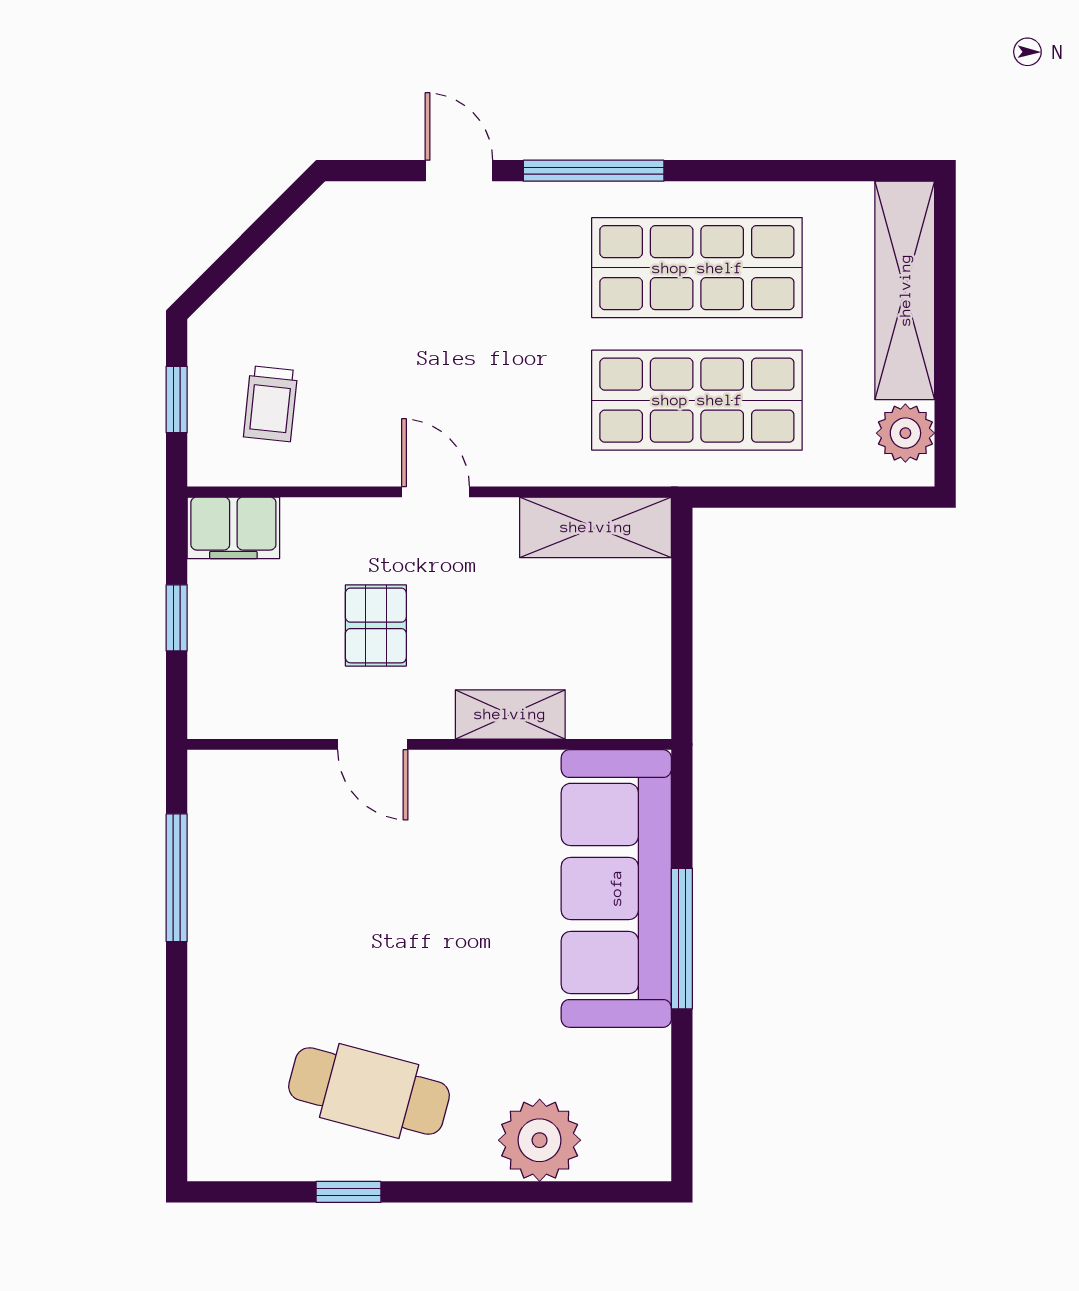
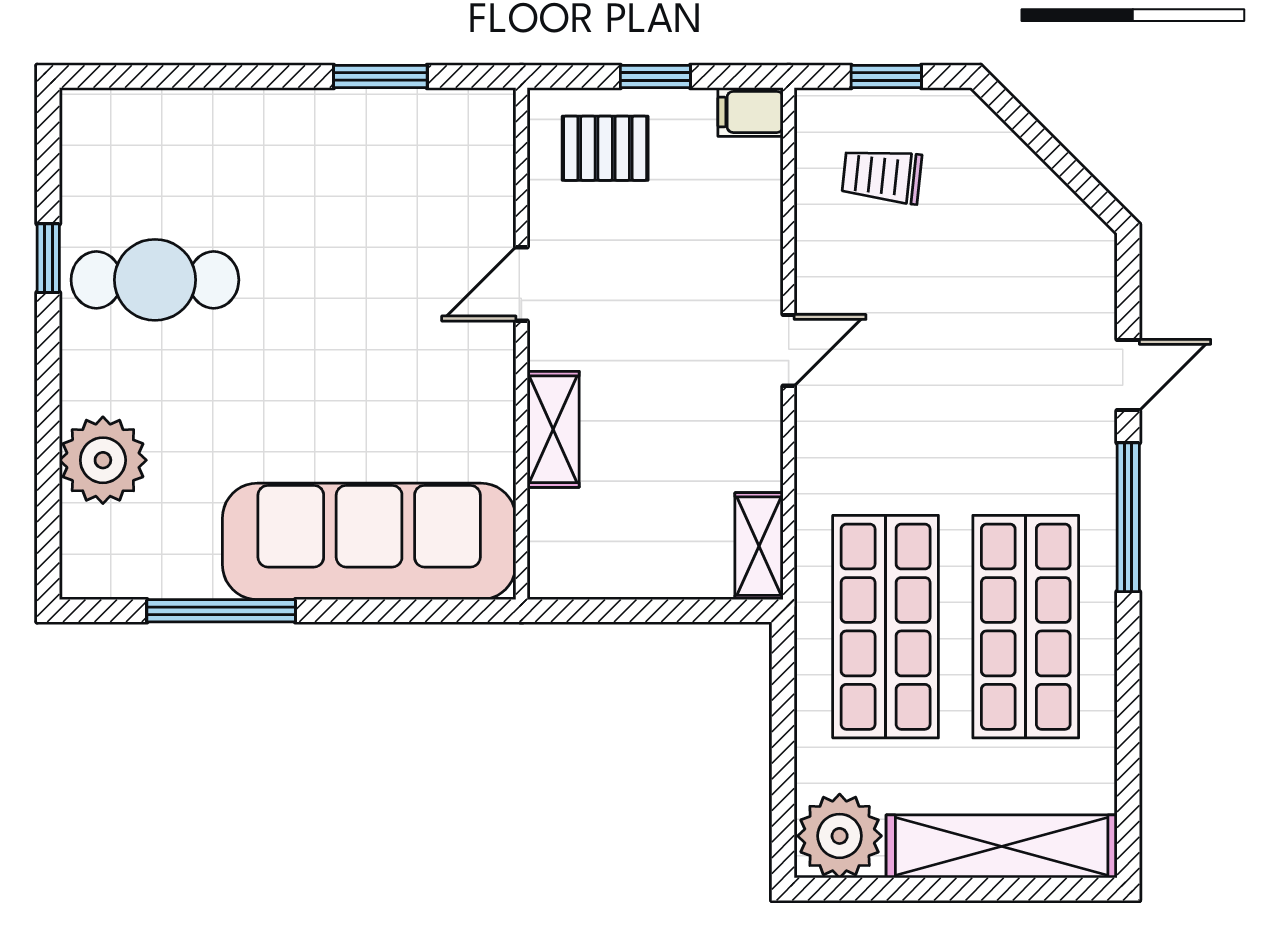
plant: (905, 433) -> (840, 836), width x1.36, depth x1.36
shelving: (596, 527) -> (759, 546), width x0.67, depth x0.75
filing cabinet: (233, 528) -> (751, 112), width x0.50
pallet: (376, 625) -> (605, 148), moved
window: (177, 878) -> (380, 76), width x0.69
window: (682, 939) -> (221, 611), moved
cafe table: (369, 1091) -> (155, 280), turned 75

